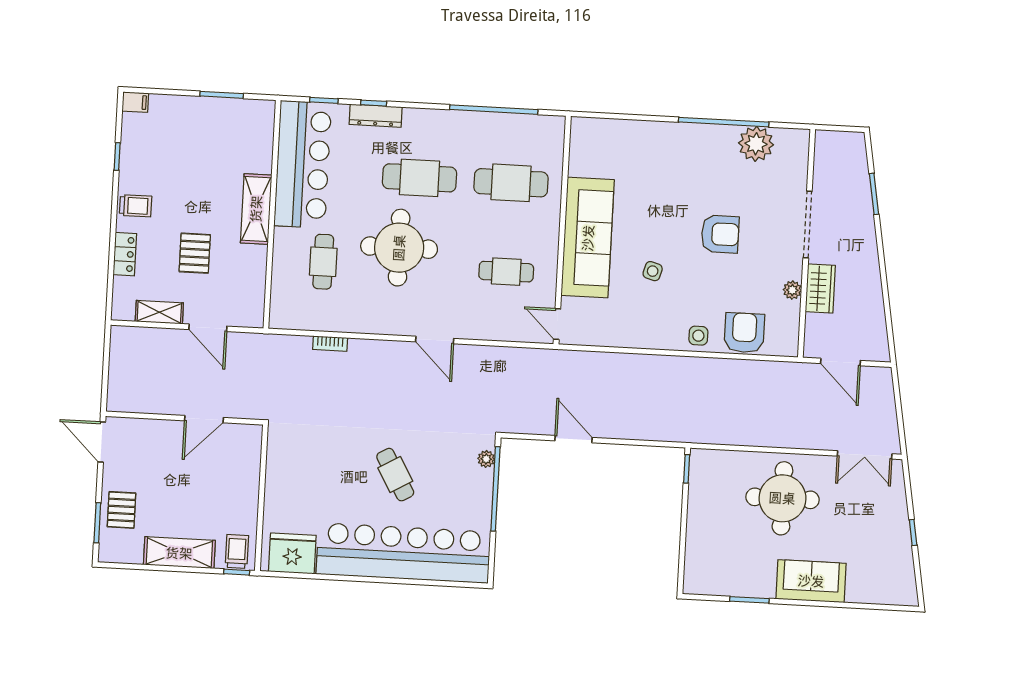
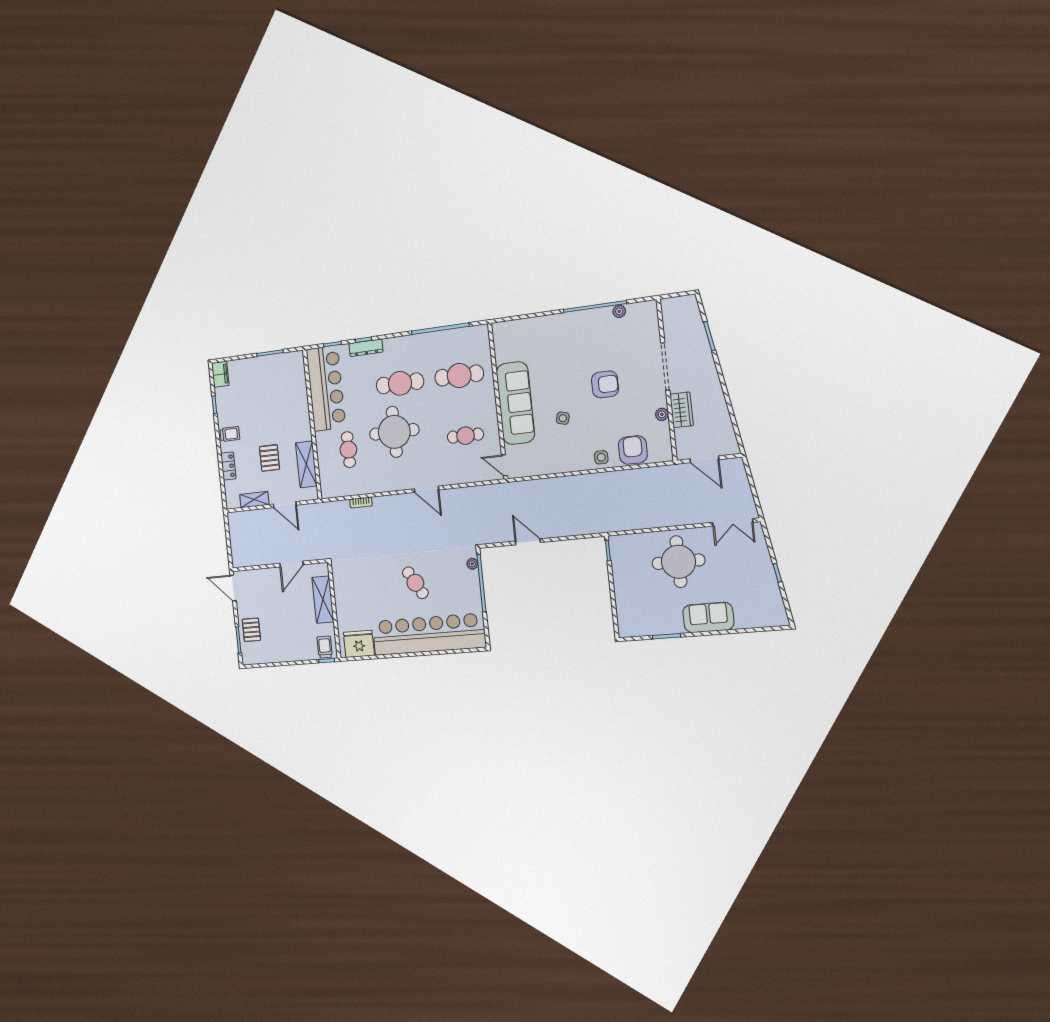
filing cabinet: (135, 102) -> (220, 374), width x2.00
plant: (756, 144) -> (619, 311), width x0.53, depth x0.53
shelving: (256, 209) -> (306, 464), moved
shelving: (179, 553) -> (323, 600), moved, turned 90

